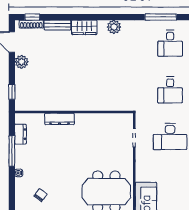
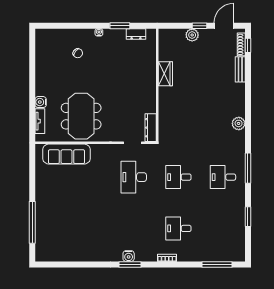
wardrobe: (84, 27) -> (165, 74), moved, turned 180
plant: (22, 62) -> (192, 35), moved
window: (12, 92) -> (200, 26), moved
dresser: (60, 119) -> (151, 128), moved
window: (12, 151) -> (120, 26), width x0.69

